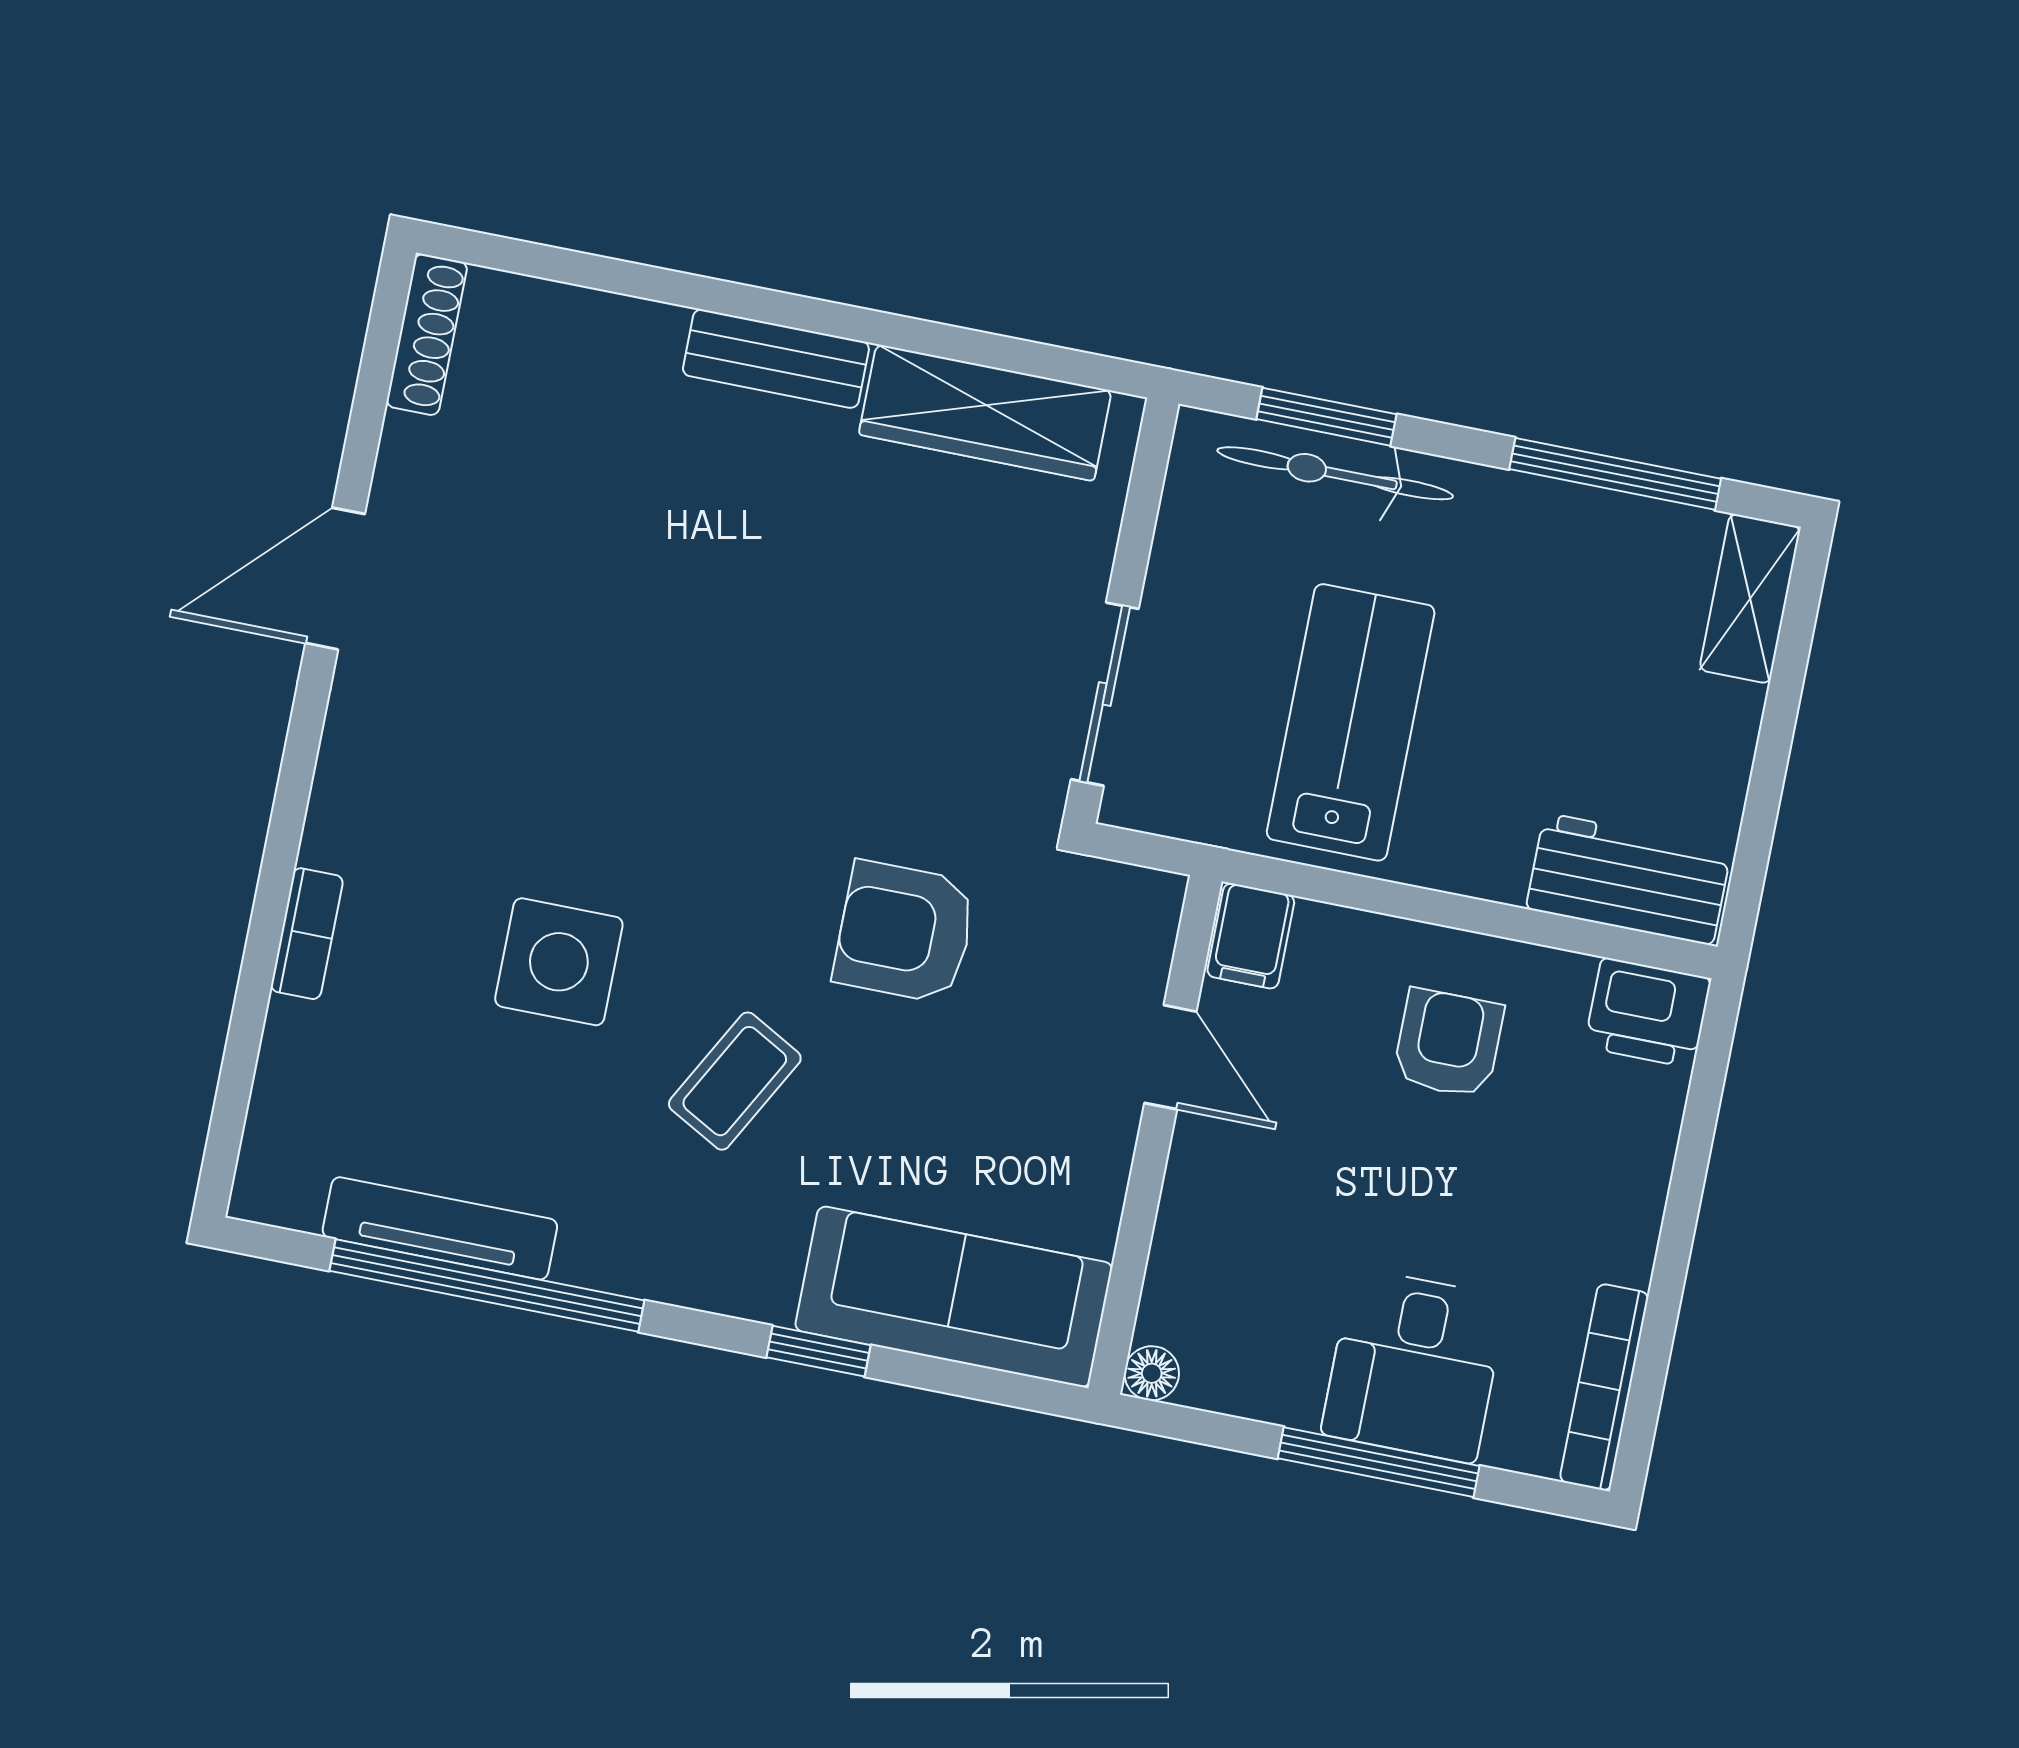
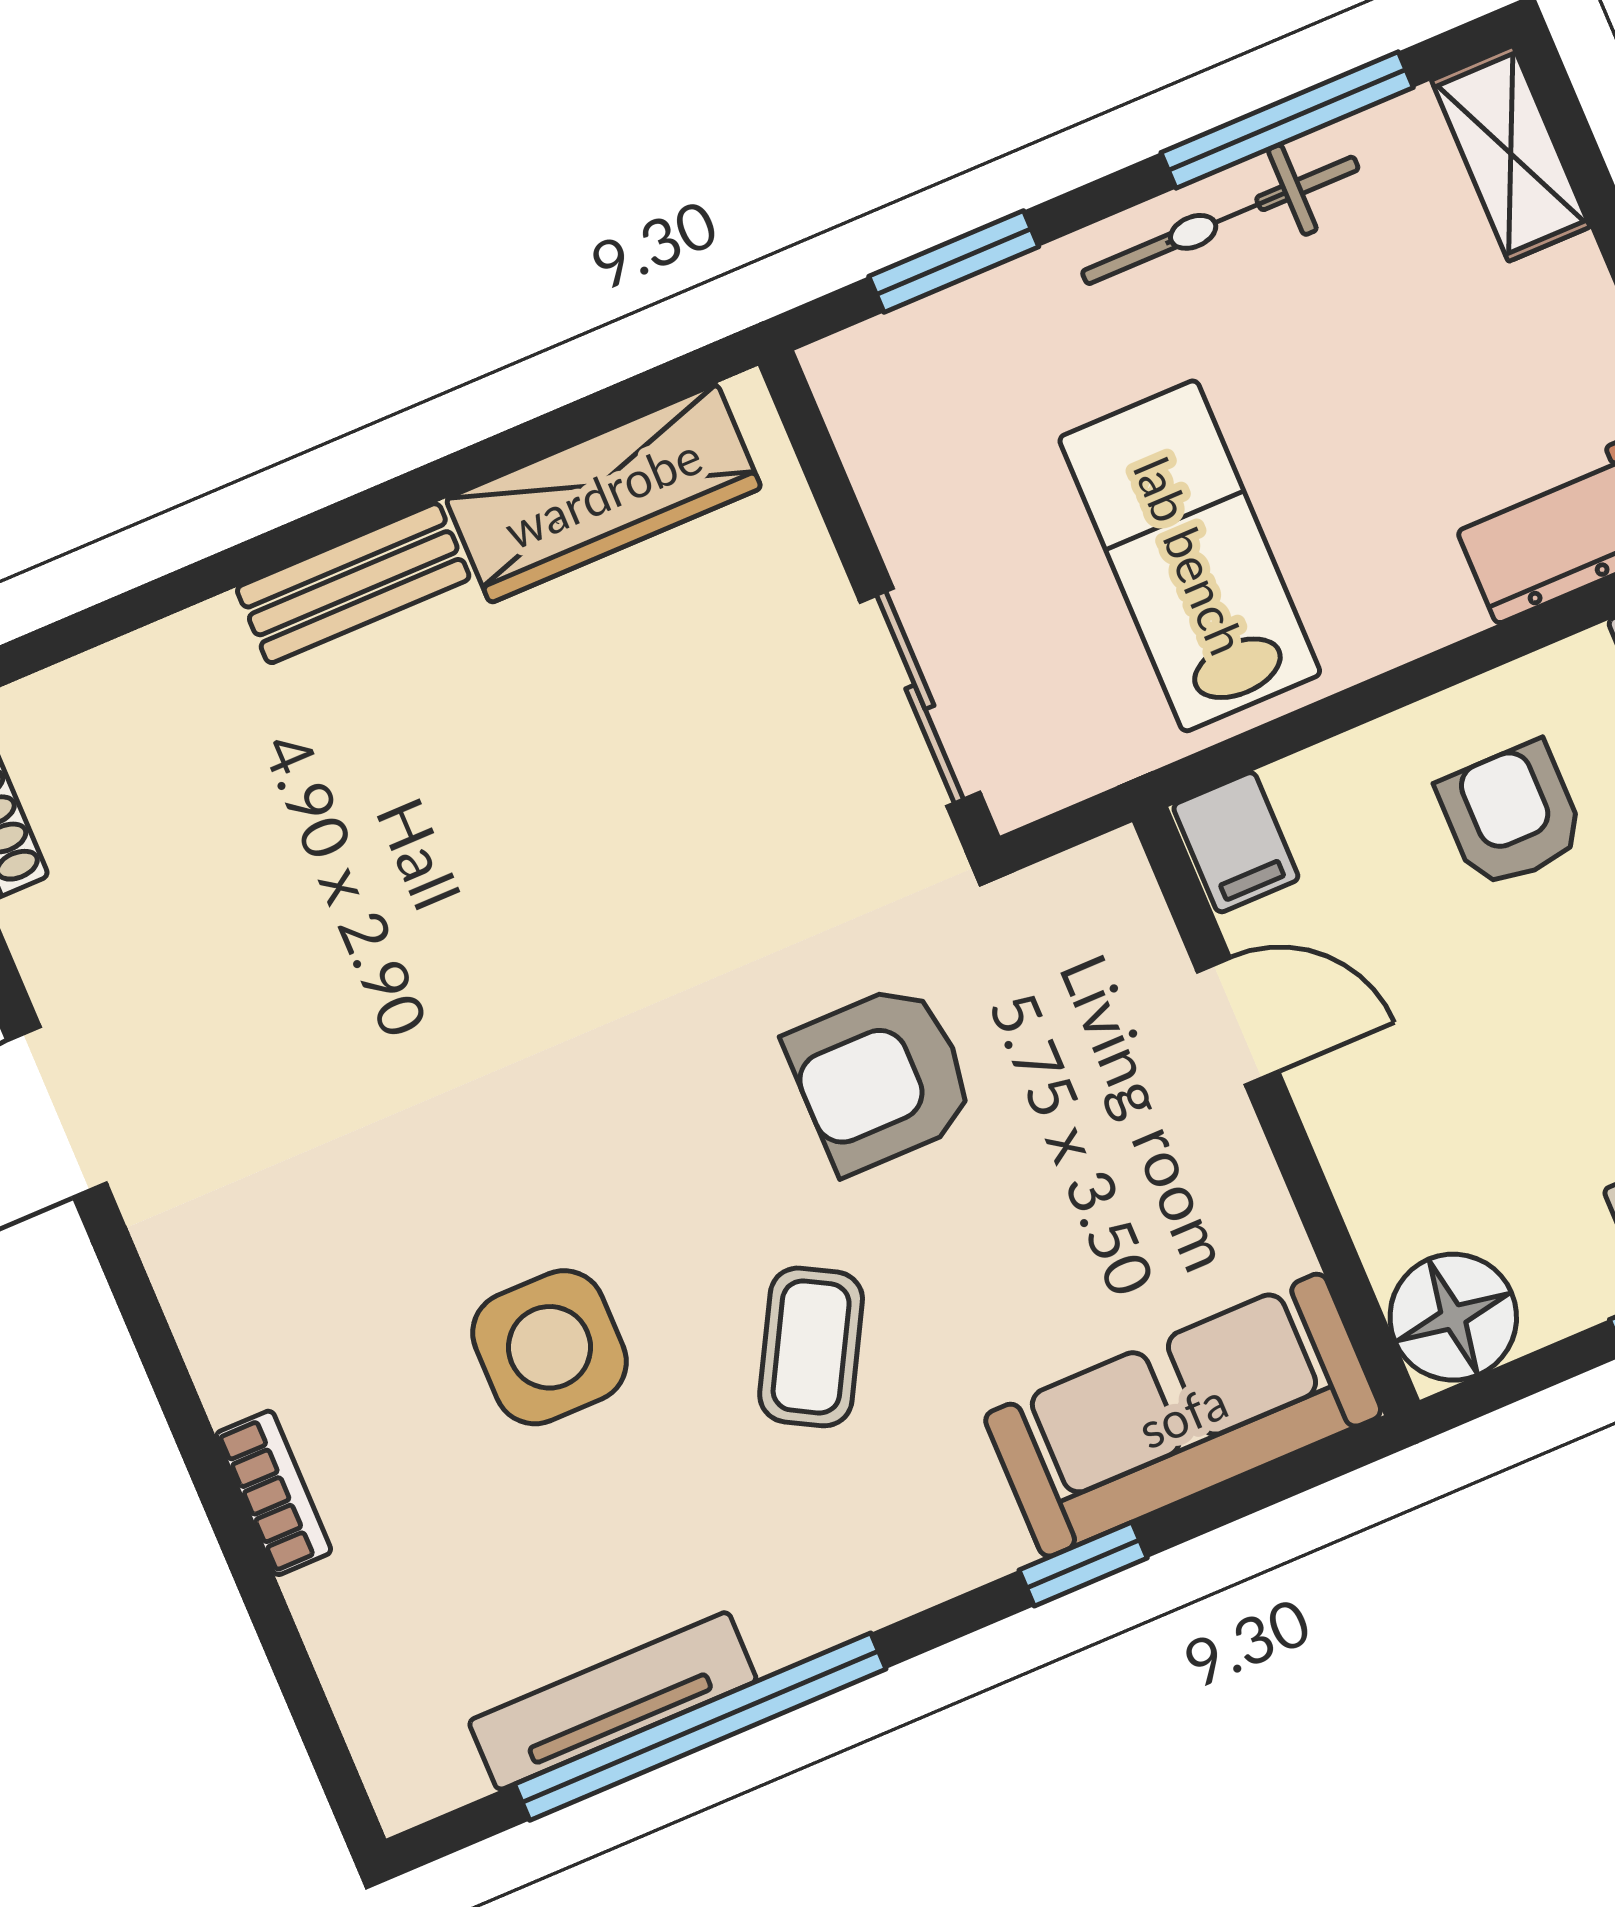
bicycle: (1335, 473) -> (1220, 220), moved
floor lamp: (1152, 1373) -> (1453, 1317), width x1.89, depth x1.89

